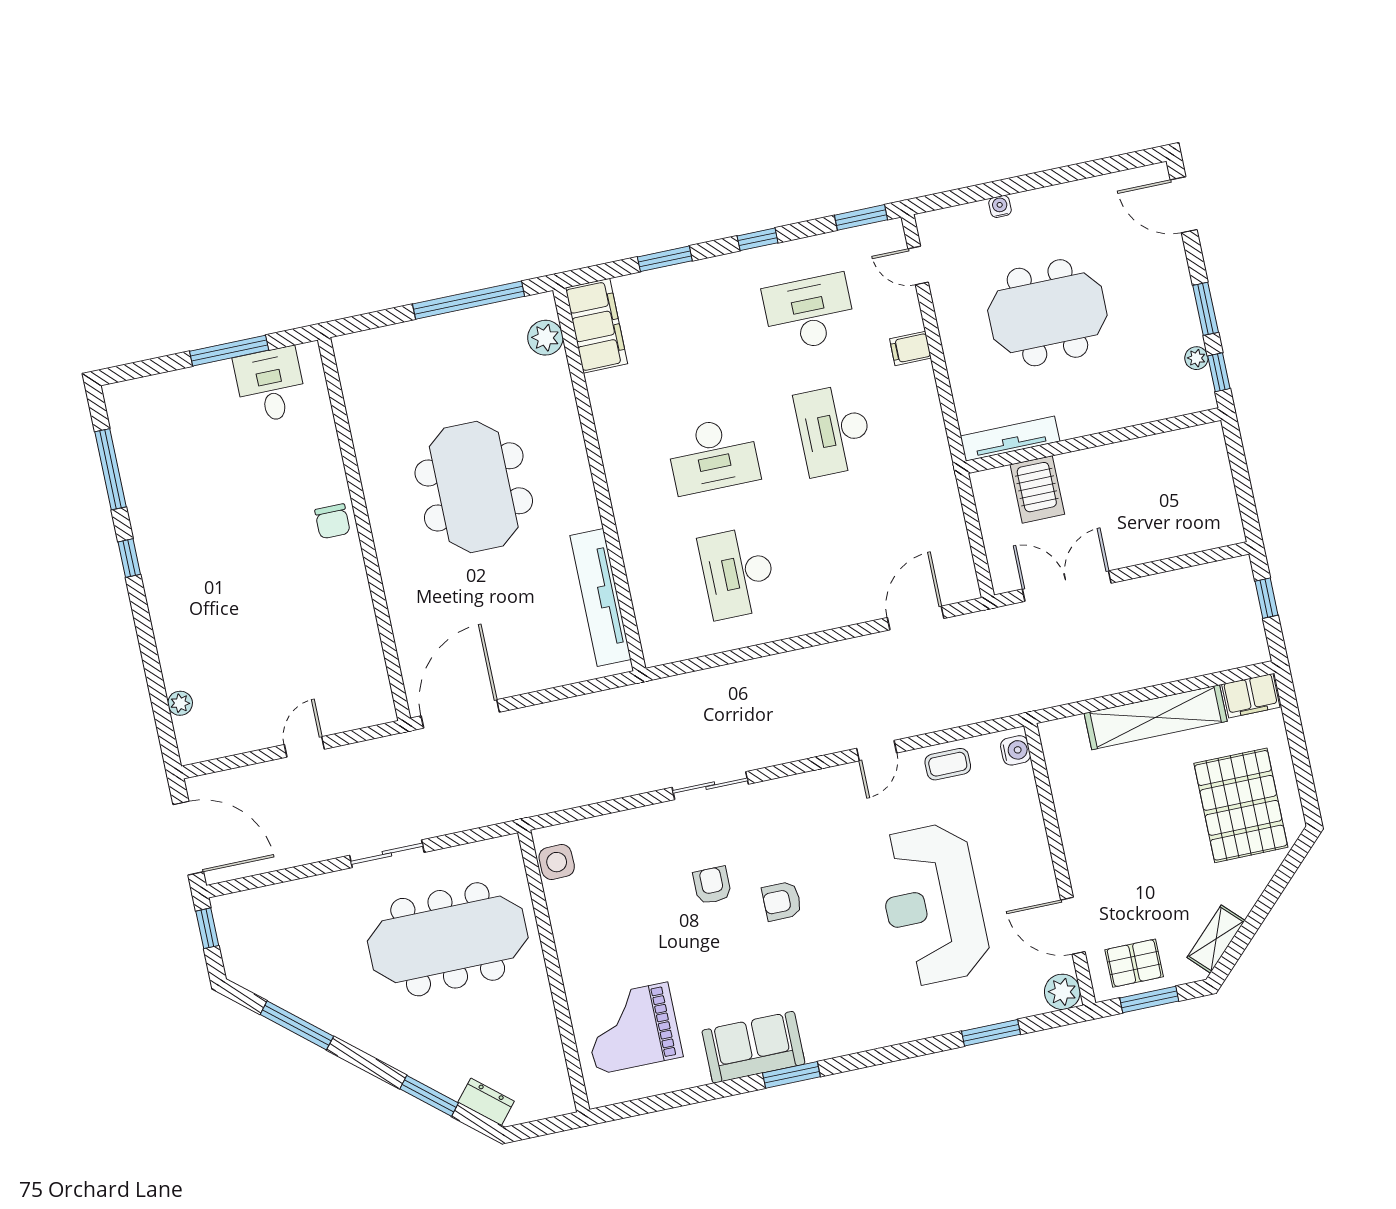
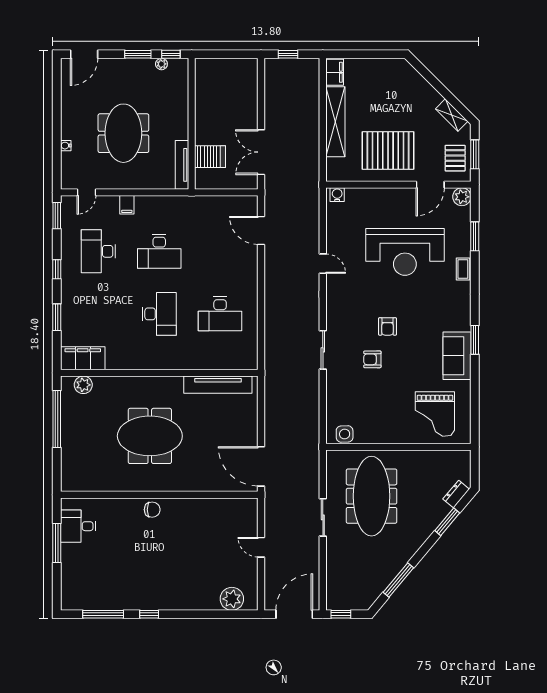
plant: (180, 703) -> (232, 599), width x1.87, depth x1.87
coffee table: (948, 764) -> (463, 269), moved
pallet: (1241, 805) -> (388, 151), moved

